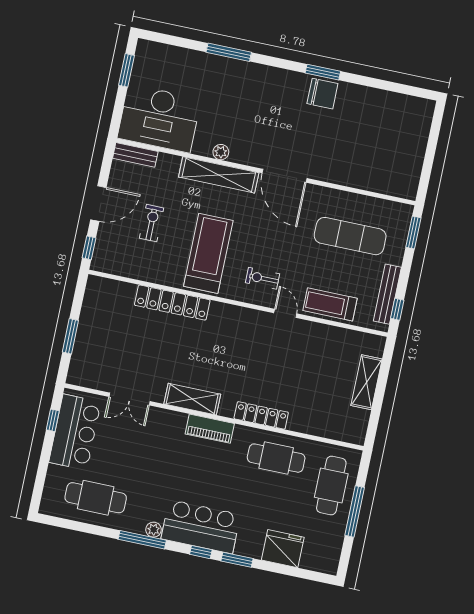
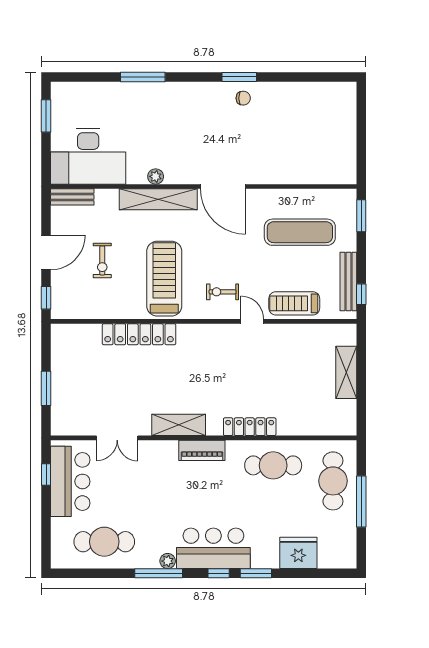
chair: (322, 94) -> (243, 98), width x0.54, depth x0.54
exercise bike: (152, 223) -> (102, 260), turned 180

